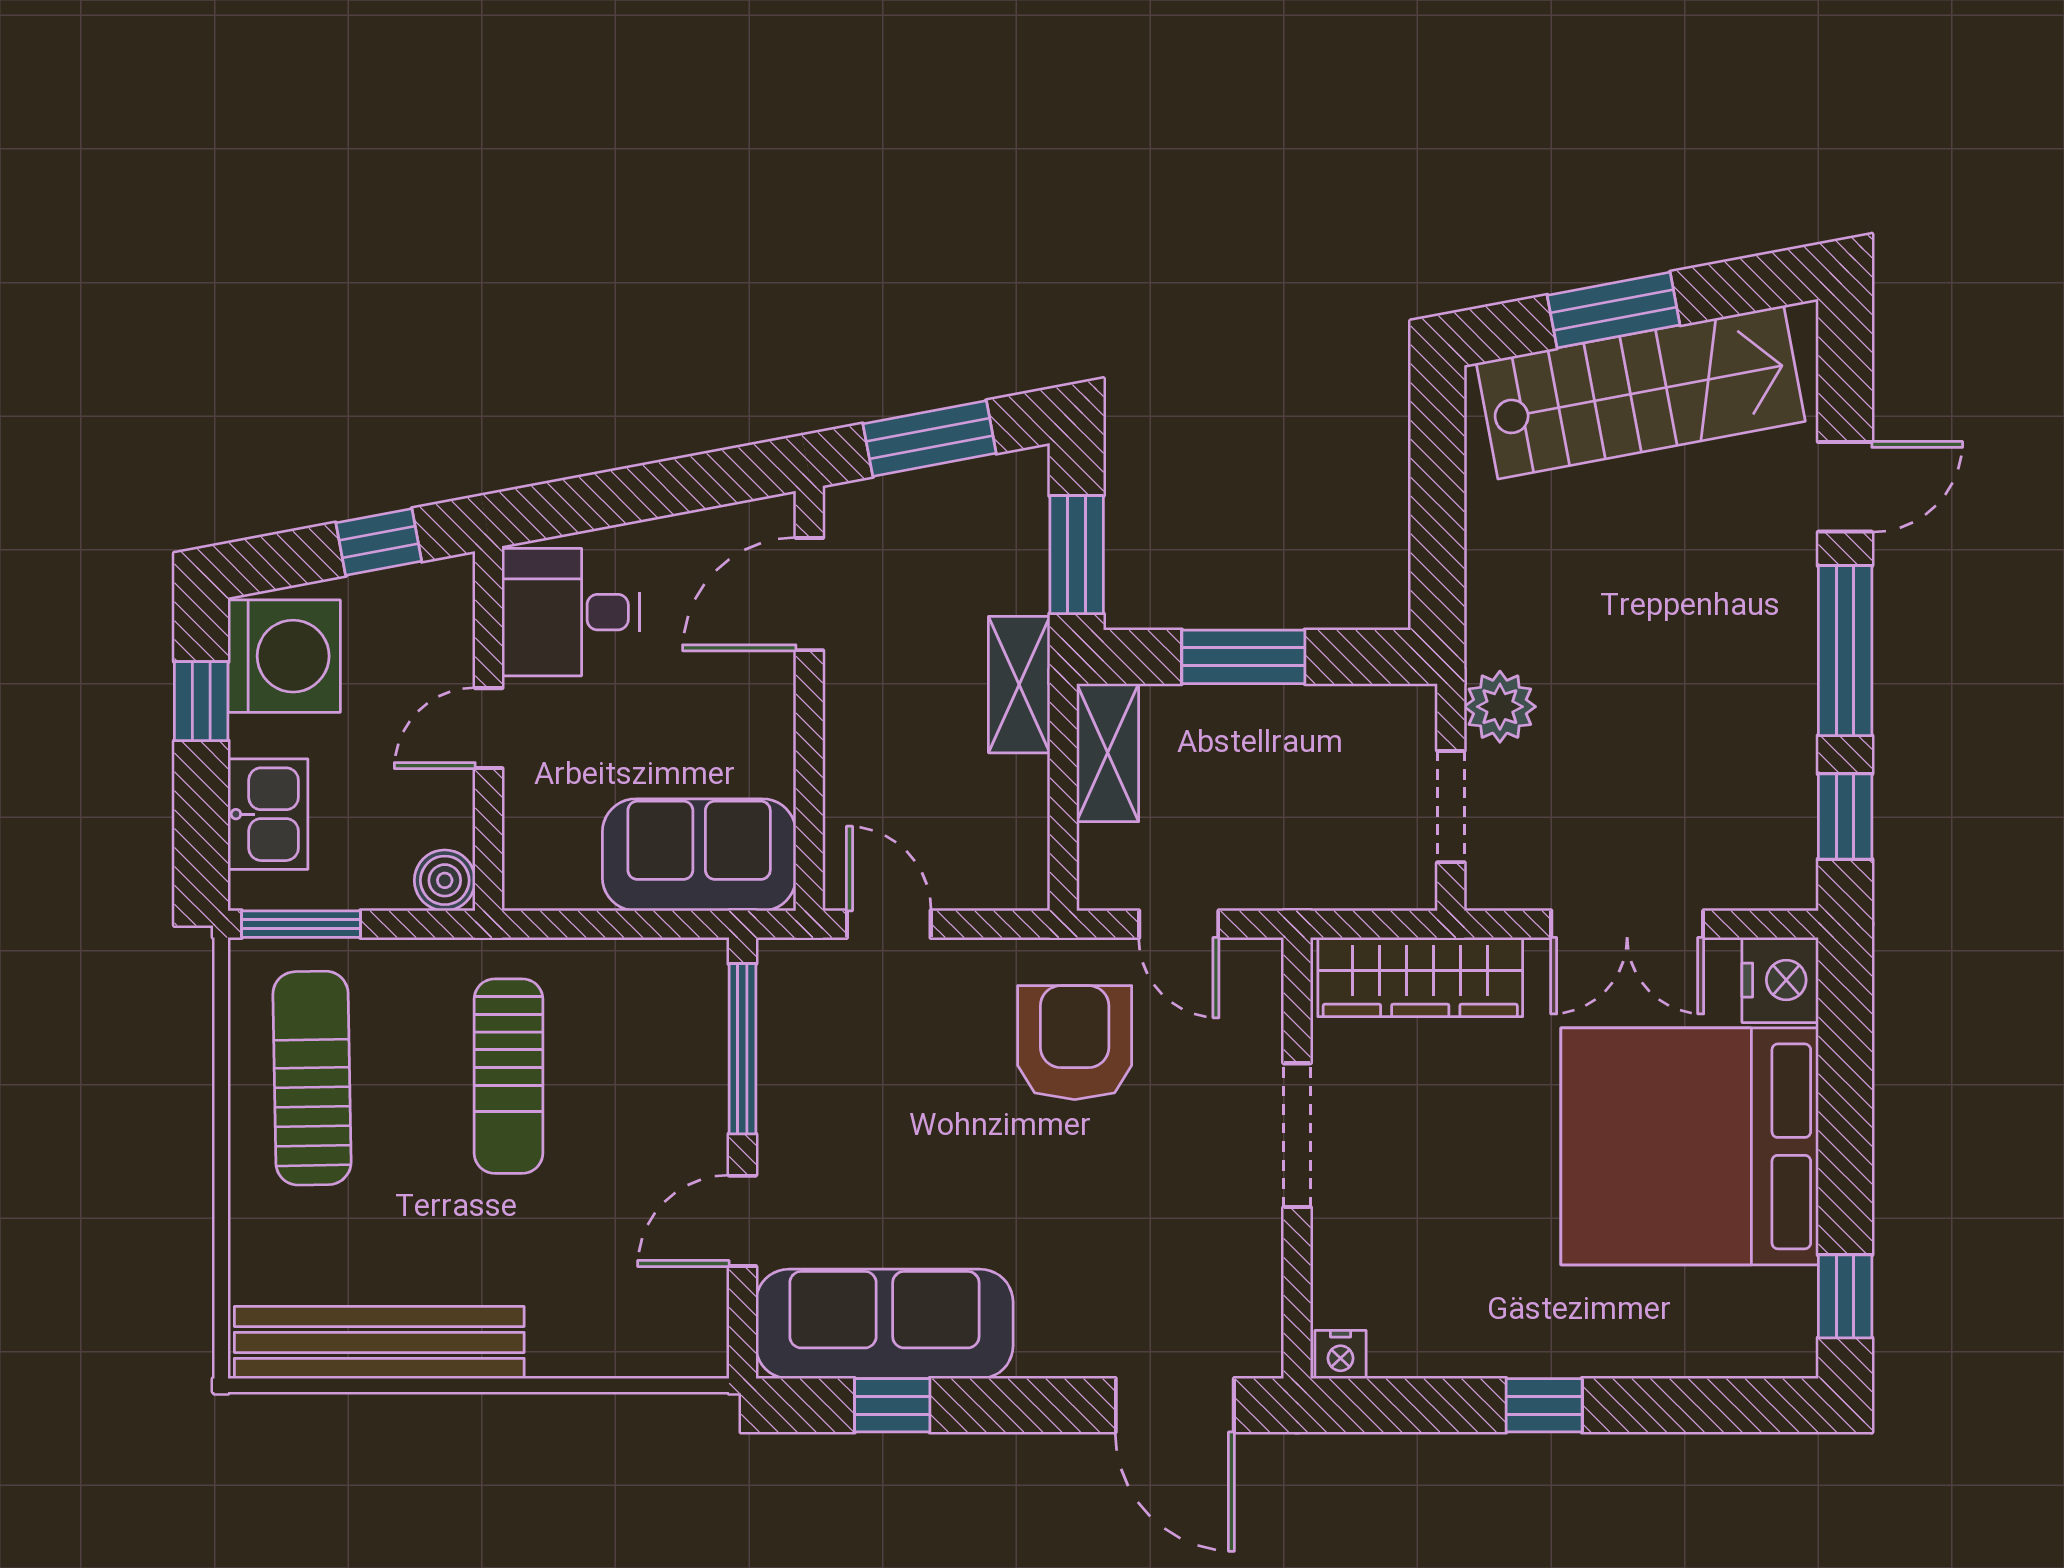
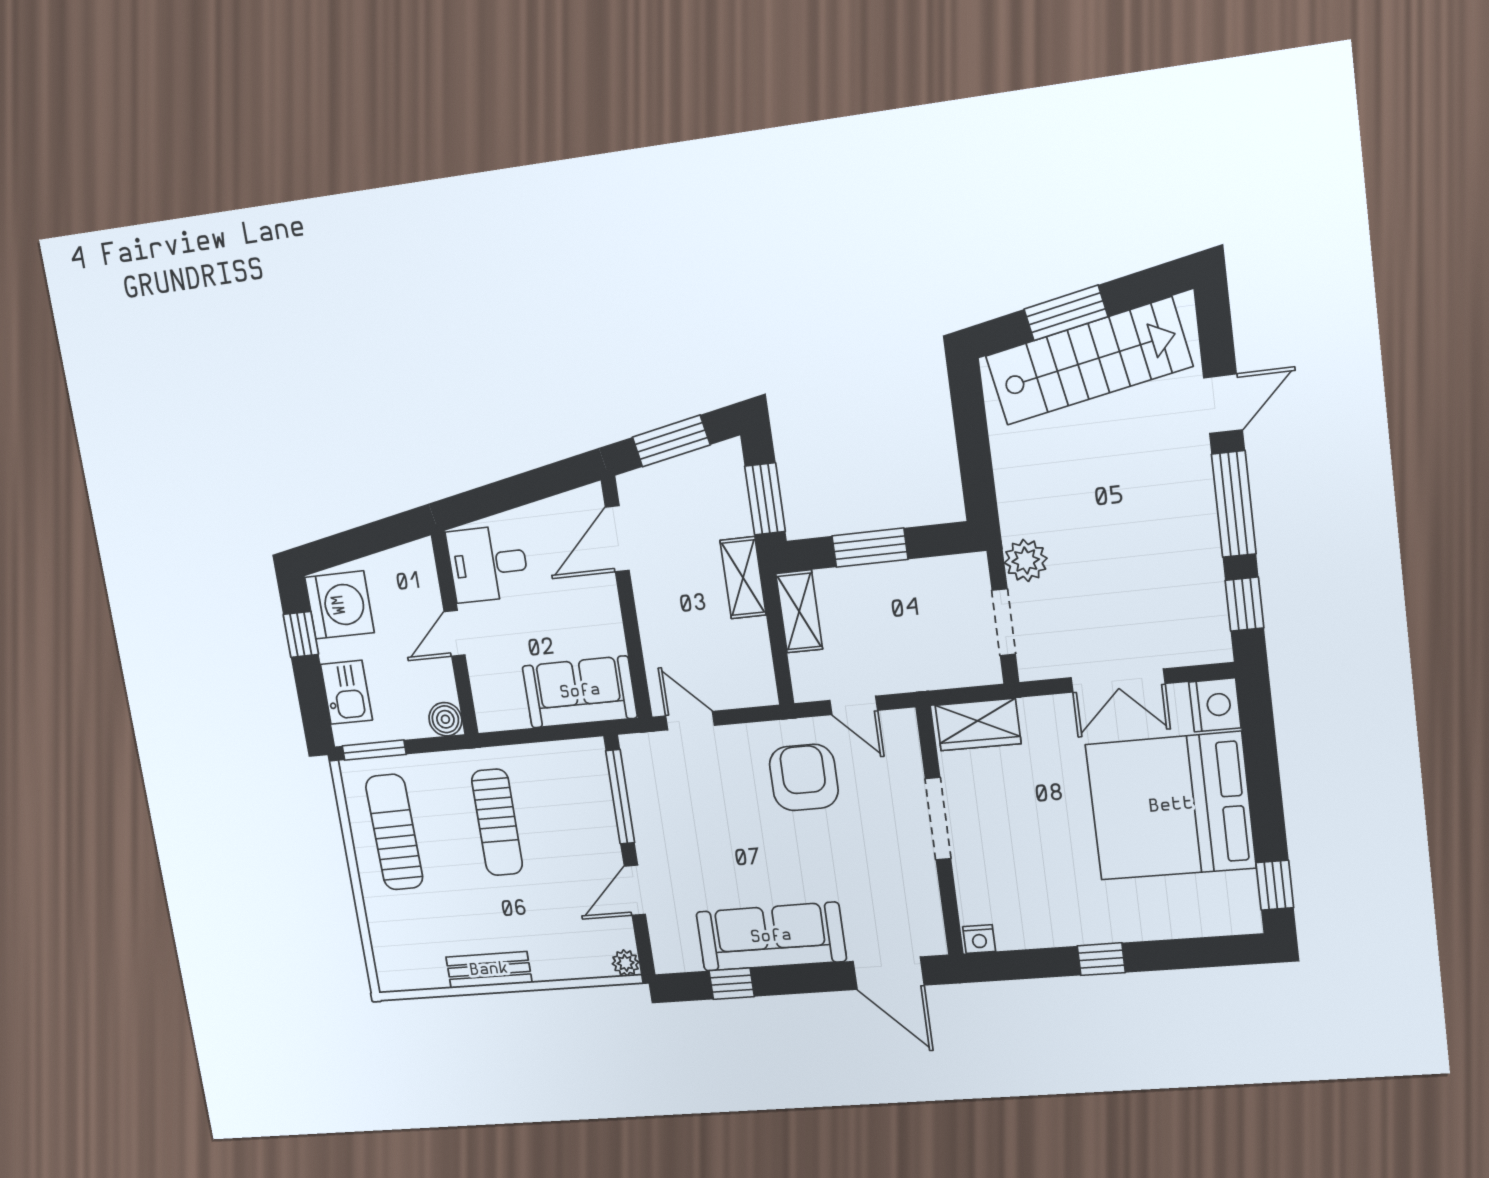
window: (379, 542) -> (378, 536), removed
wardrobe: (1420, 977) -> (978, 725), width x0.67
sofa: (884, 1324) -> (771, 937), moved
bench: (379, 1342) -> (489, 970), width x0.54, depth x0.82
plant: (704, 1354) -> (626, 963), added

